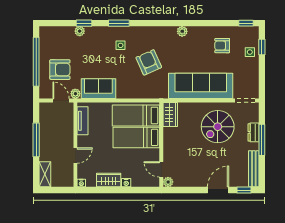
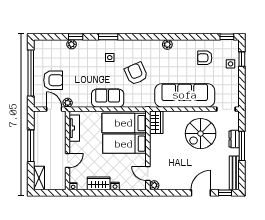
sofa: (98, 89) -> (108, 98), moved

